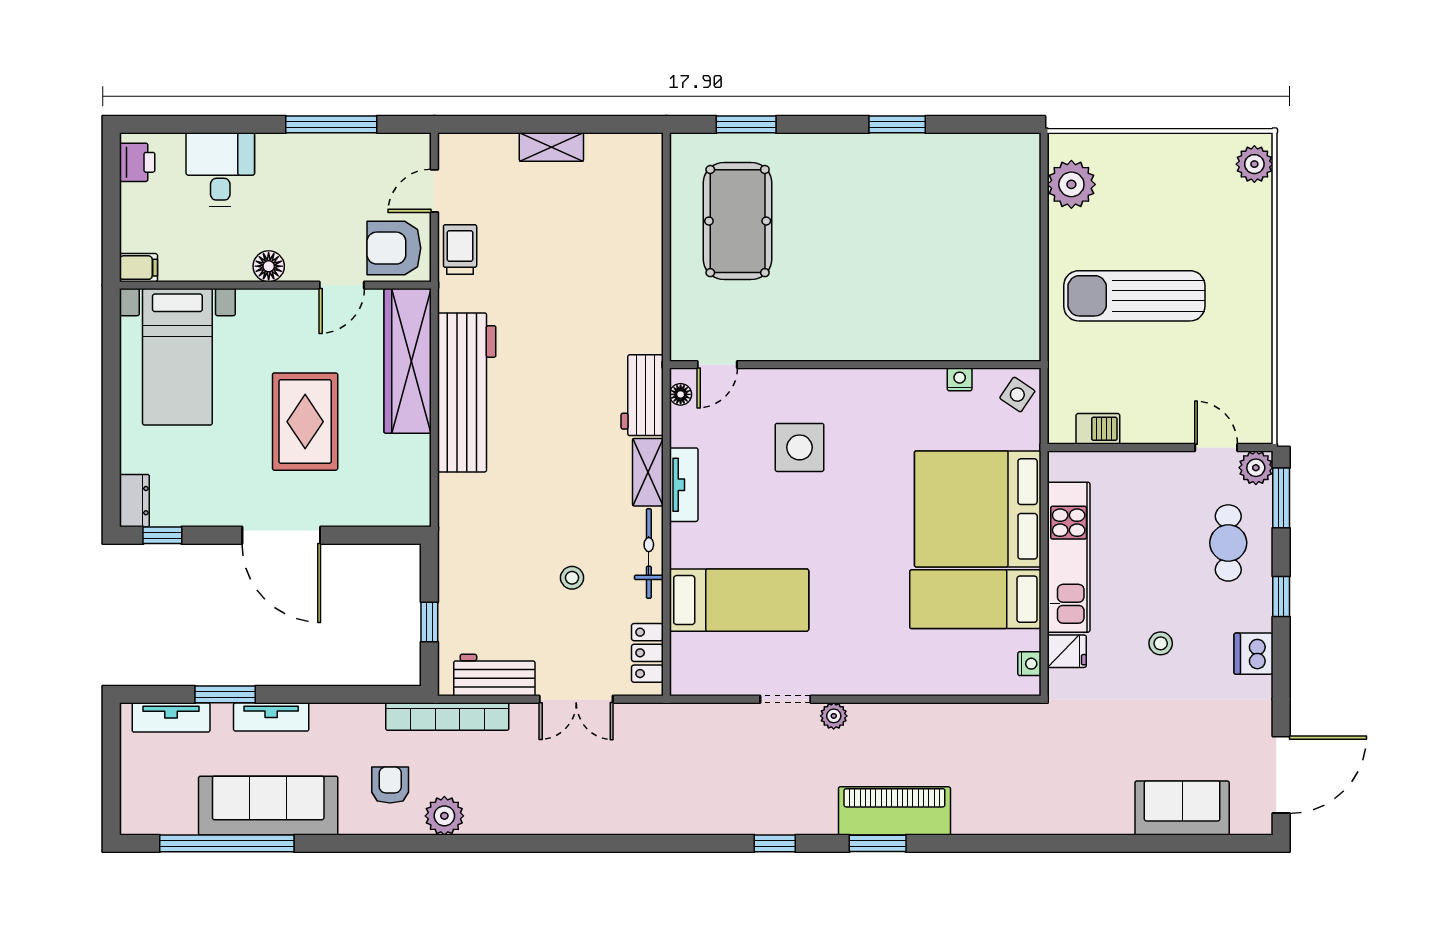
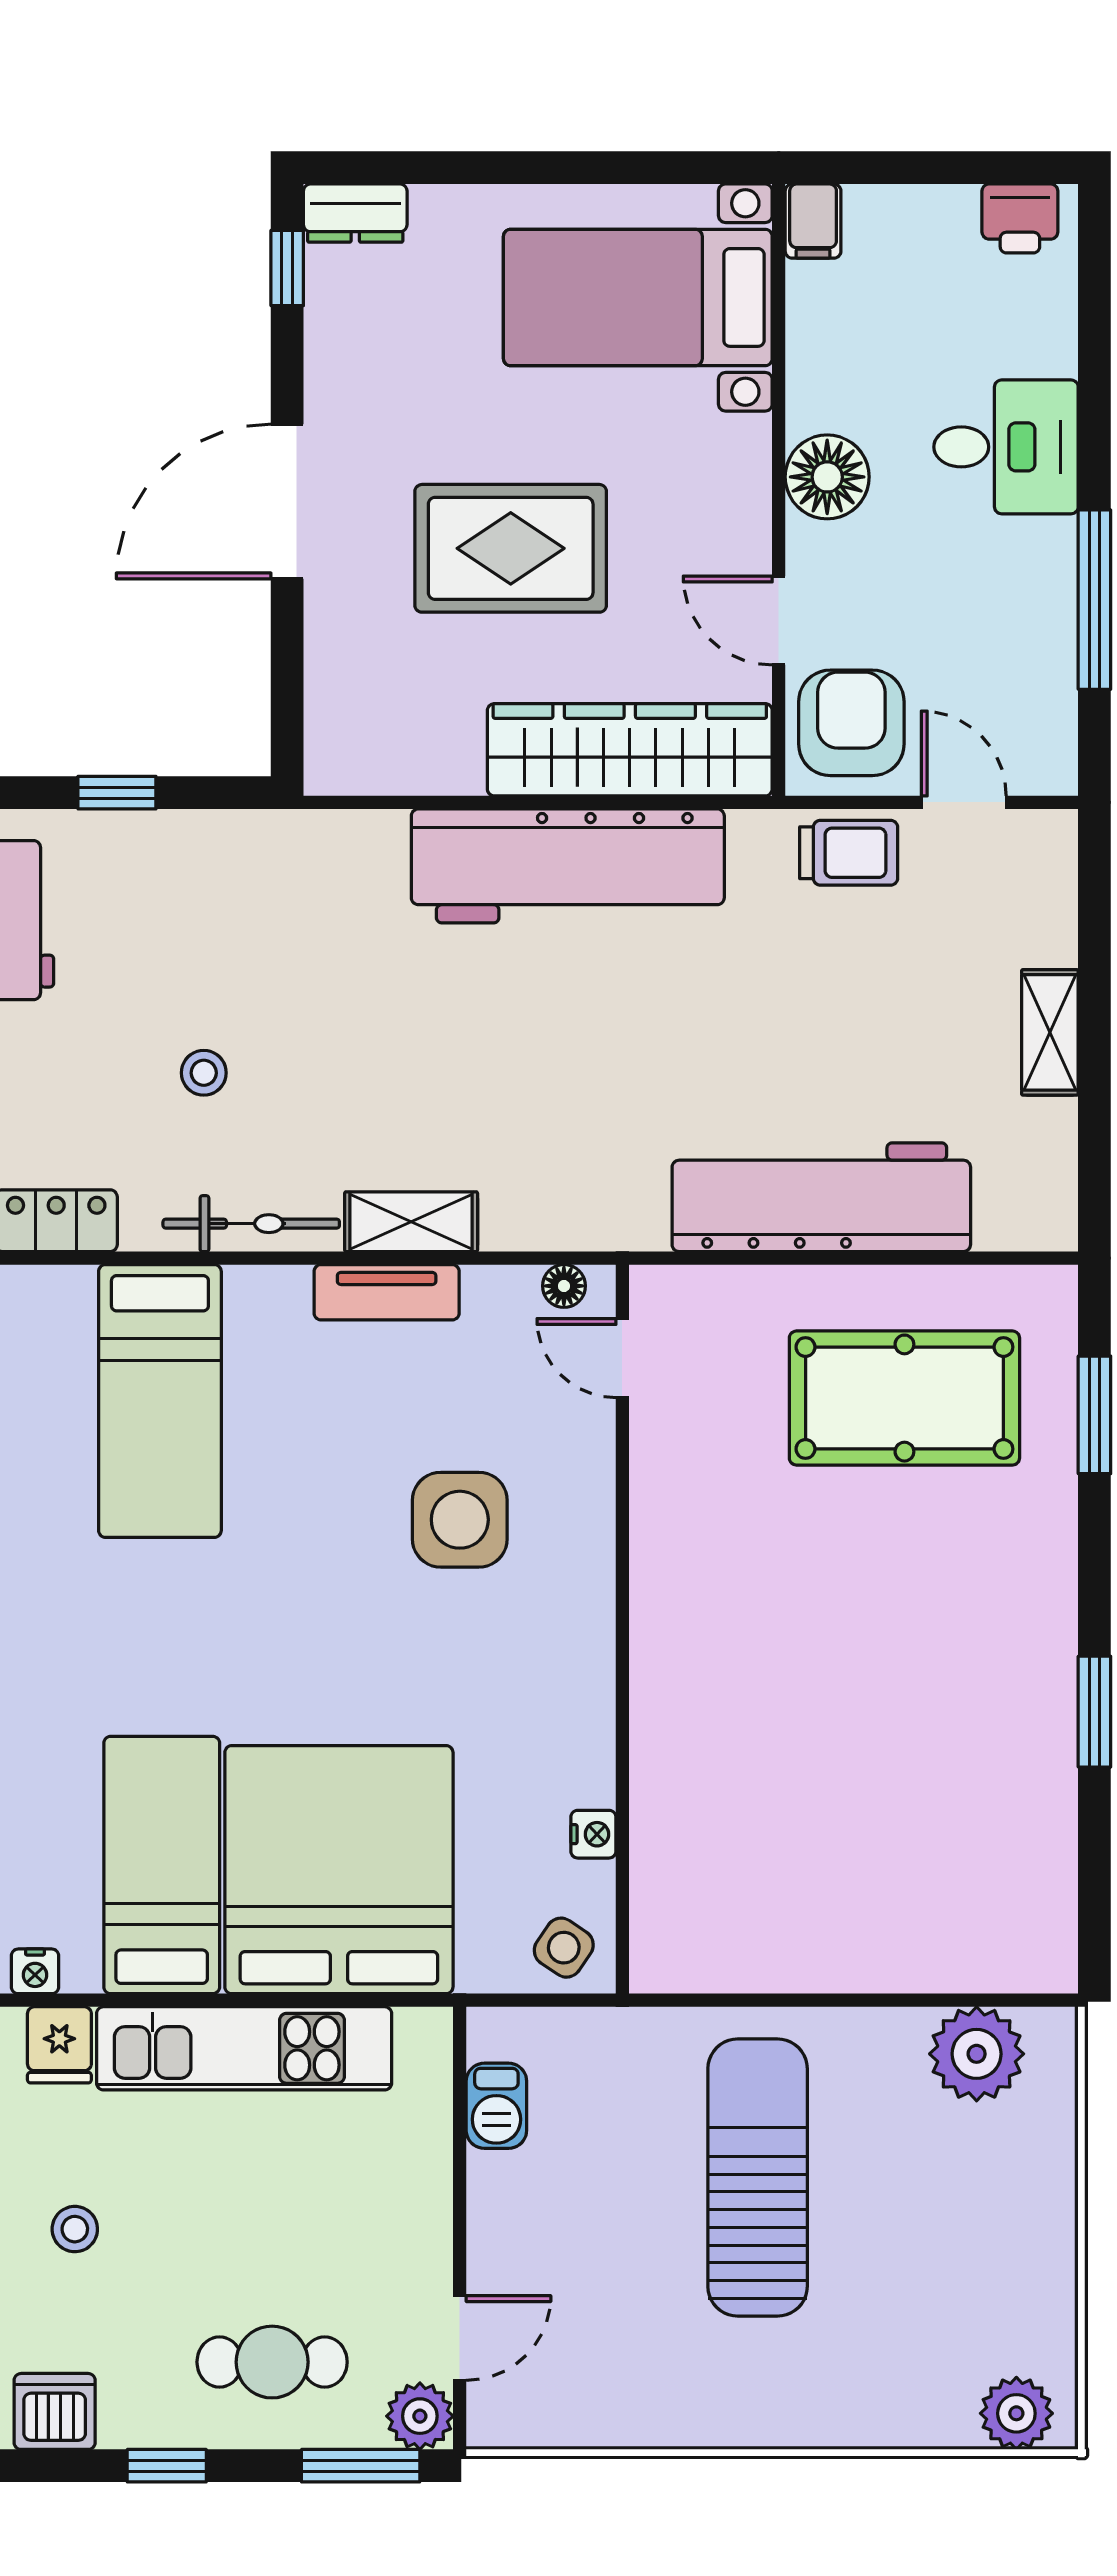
desk: (220, 169) -> (1006, 447), moved
floor lamp: (269, 266) -> (827, 477), width x1.38, depth x1.38
workbench: (642, 395) -> (821, 1197), moved, width x1.88, depth x1.32

